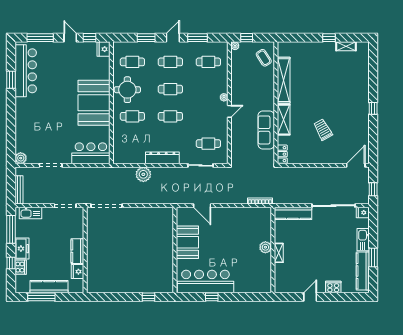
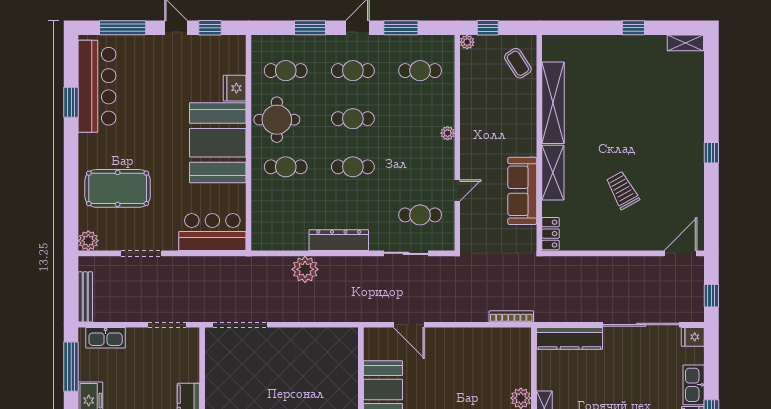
shelving: (346, 46) -> (685, 43), moved
fridge: (104, 49) -> (235, 88), moved
door: (229, 111) -> (457, 191), moved
pool table: (37, 129) -> (118, 188), added

